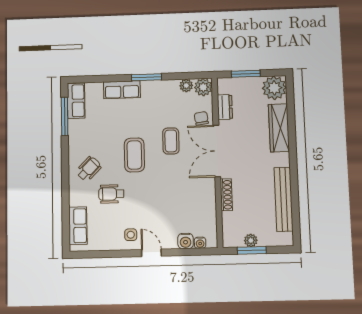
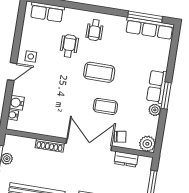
plant: (186, 86) -> (155, 110), moved
row of seats: (122, 90) -> (157, 86), moved
row of seats: (76, 101) -> (150, 28), width x1.48
wheelchair: (89, 169) -> (95, 30), turned 45

